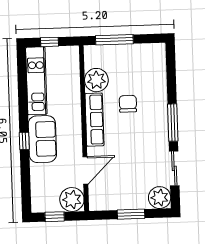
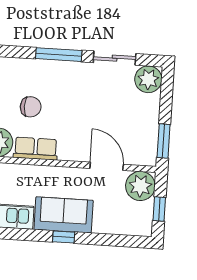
chair: (128, 104) -> (31, 107), turned 180
row of seats: (94, 120) -> (36, 149), width x0.68
window: (131, 214) -> (164, 141), moved

